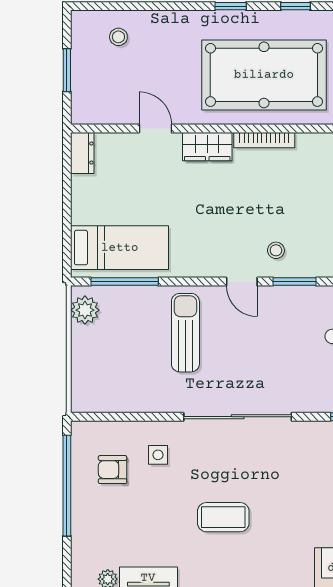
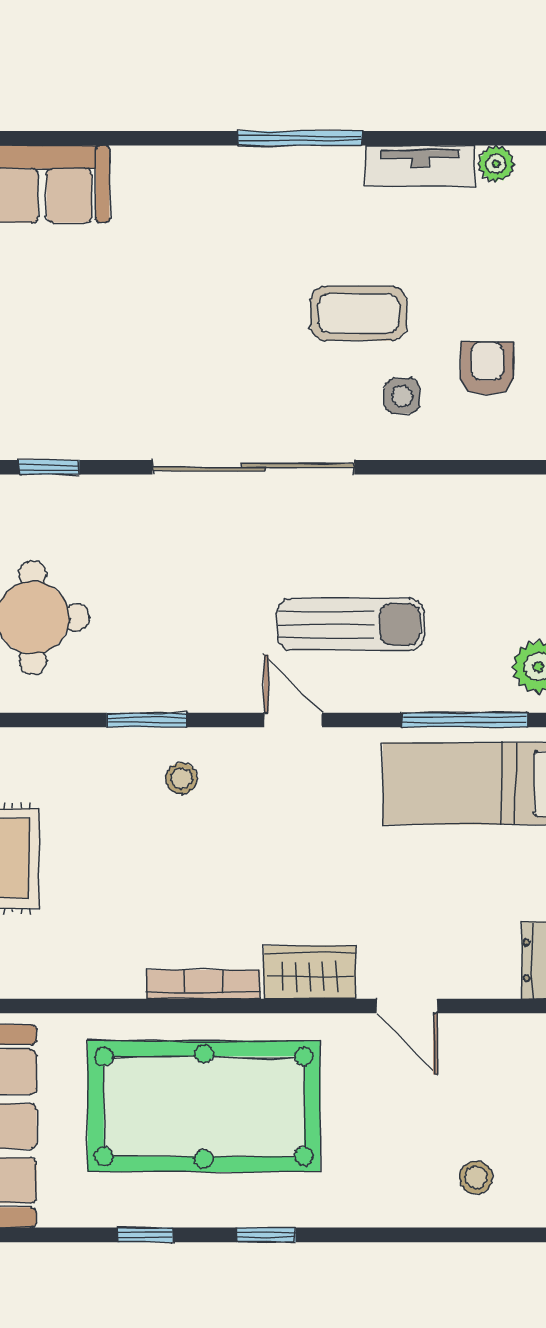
door: (242, 282) -> (293, 720), moved
sun lounger: (185, 333) -> (351, 624), turned -90
armchair: (113, 470) -> (487, 369), turned -90
coffee table: (223, 517) -> (359, 313), moved

